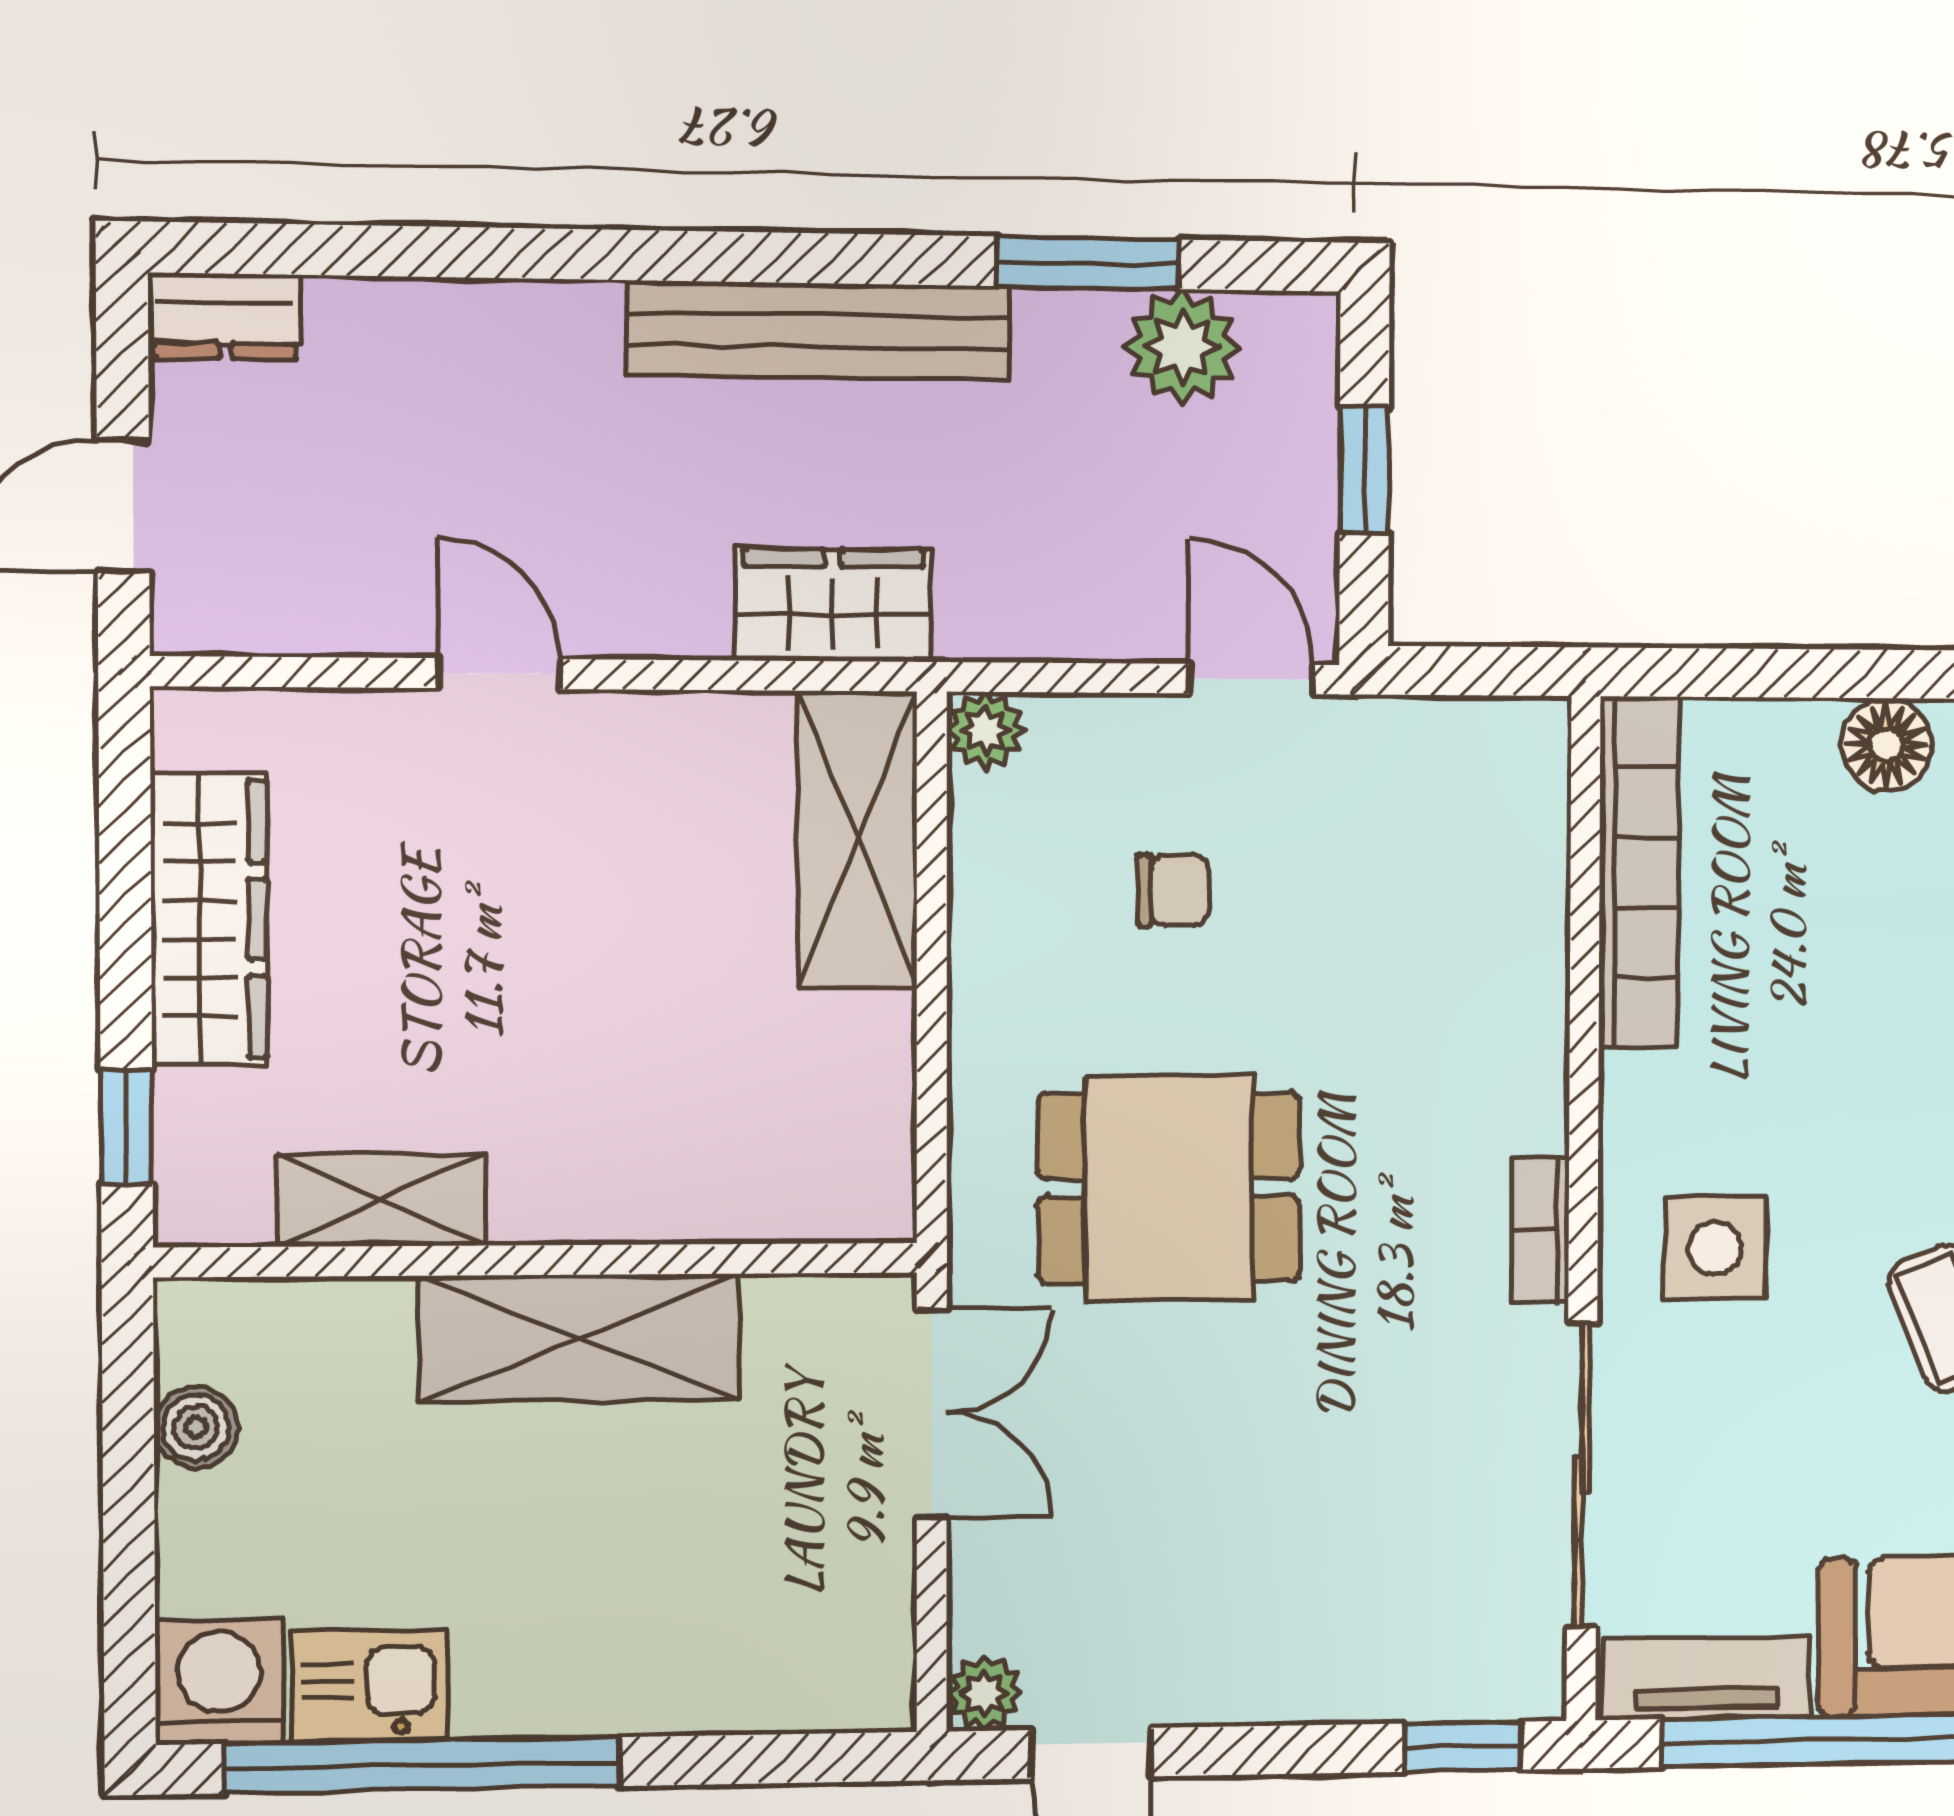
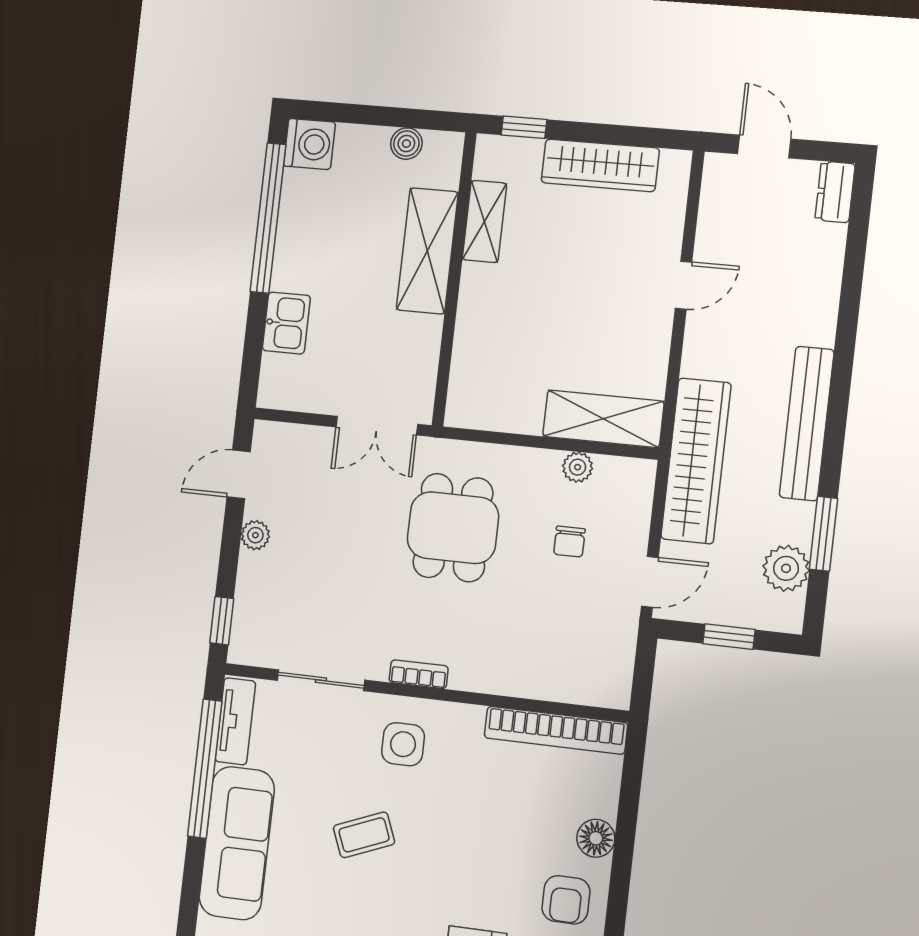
wardrobe: (833, 605) -> (696, 461), width x2.10, depth x1.17
plant: (985, 730) -> (578, 467), moved
shelving: (580, 1338) -> (427, 251), moved
sliding door: (1582, 1475) -> (321, 680), width x0.73
kitchen sink: (370, 1686) -> (286, 323), moved
plant: (984, 1693) -> (255, 535), moved

